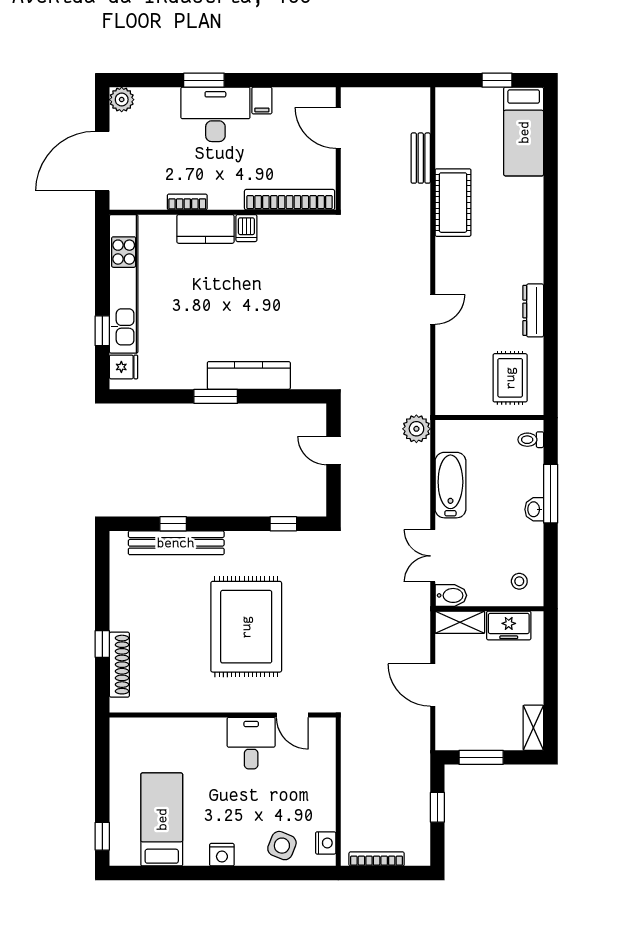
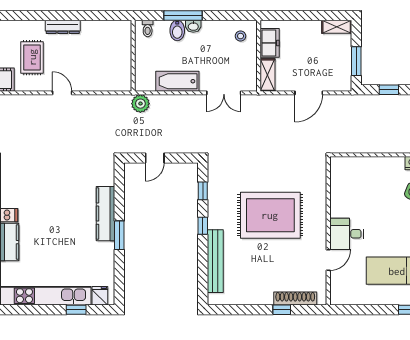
rug: (510, 378) -> (32, 57), moved, turned 90
window: (173, 524) -> (203, 226), moved
bidet: (451, 595) -> (177, 30), moved, turned 180
door: (292, 715) -> (328, 260), moved
desk: (251, 743) -> (347, 234), moved

